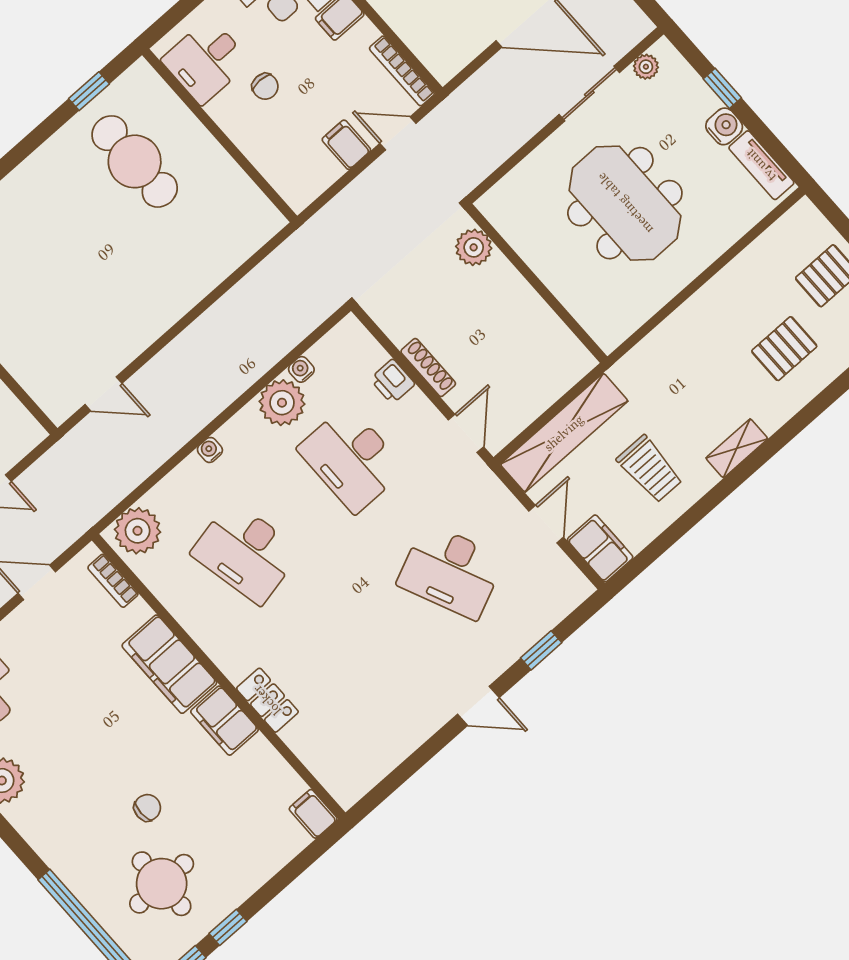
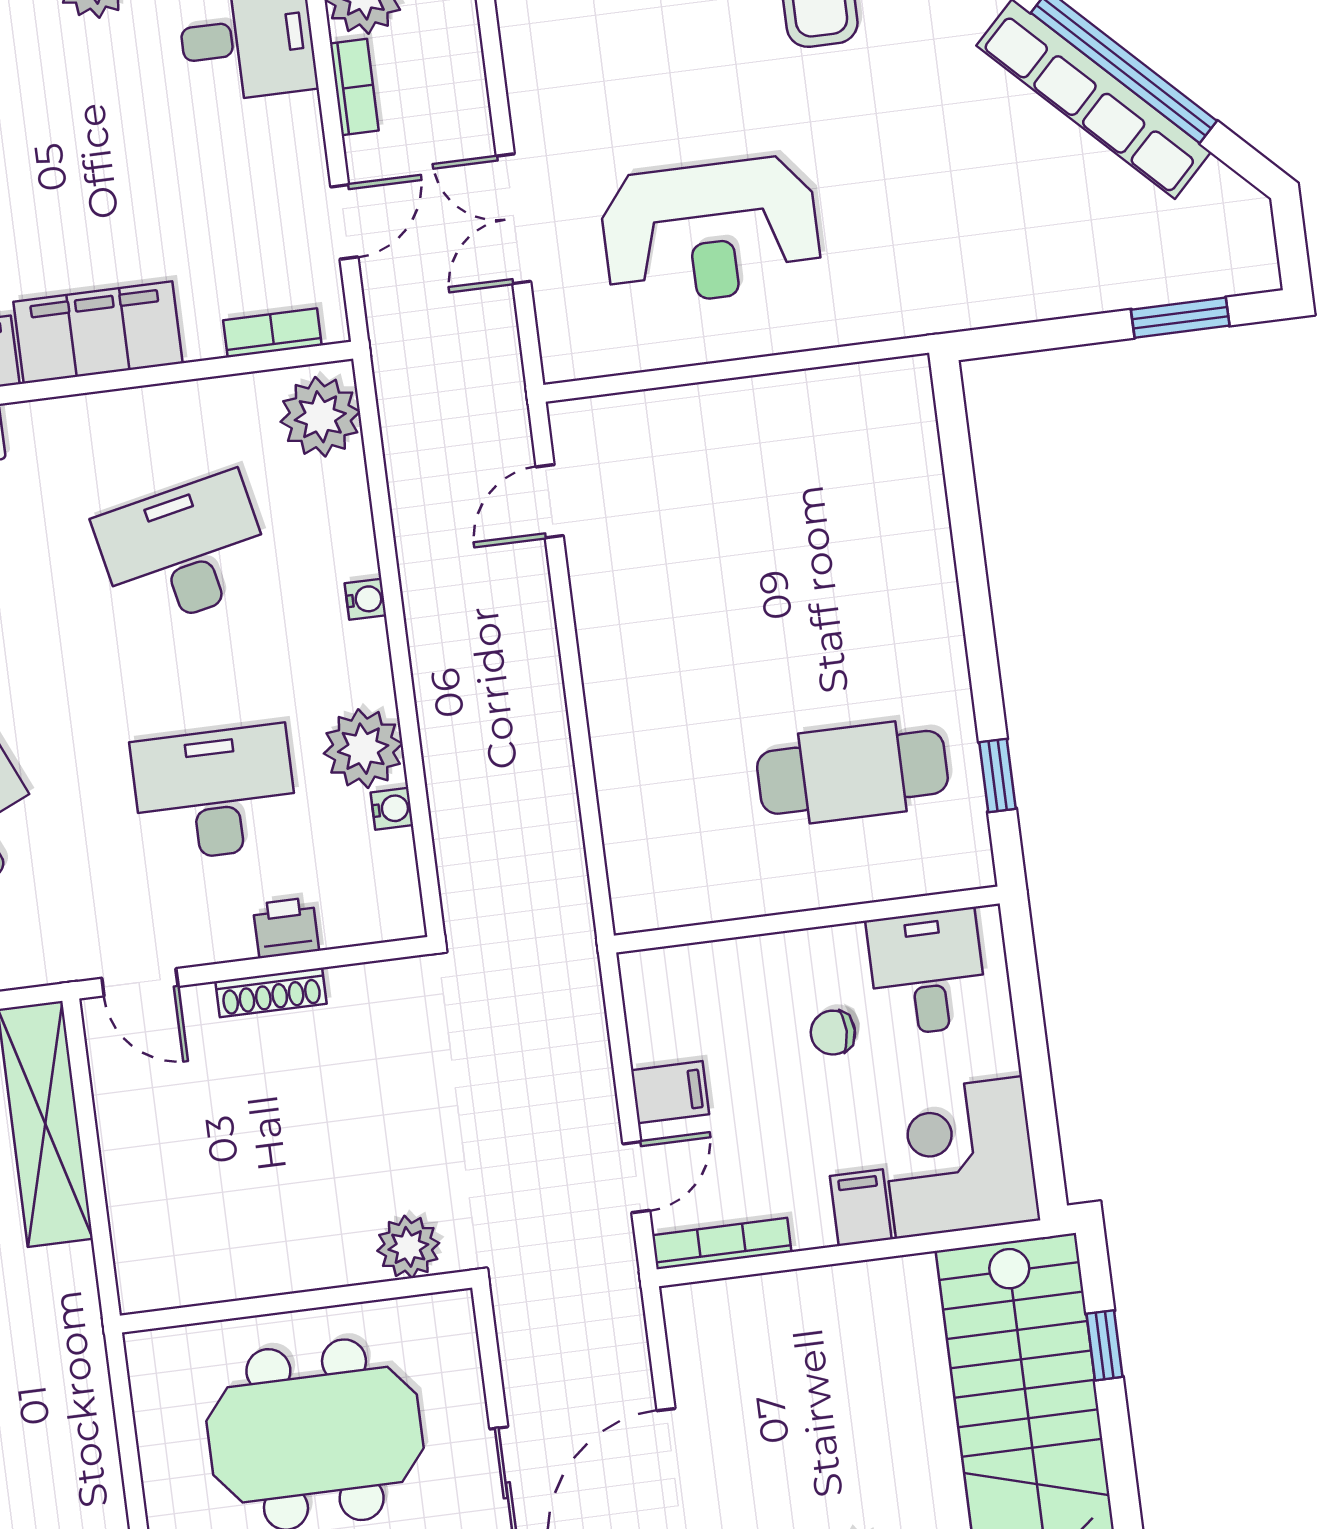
plant: (474, 247) -> (408, 1247), moved
wall: (536, 283) -> (296, 1302), moved

